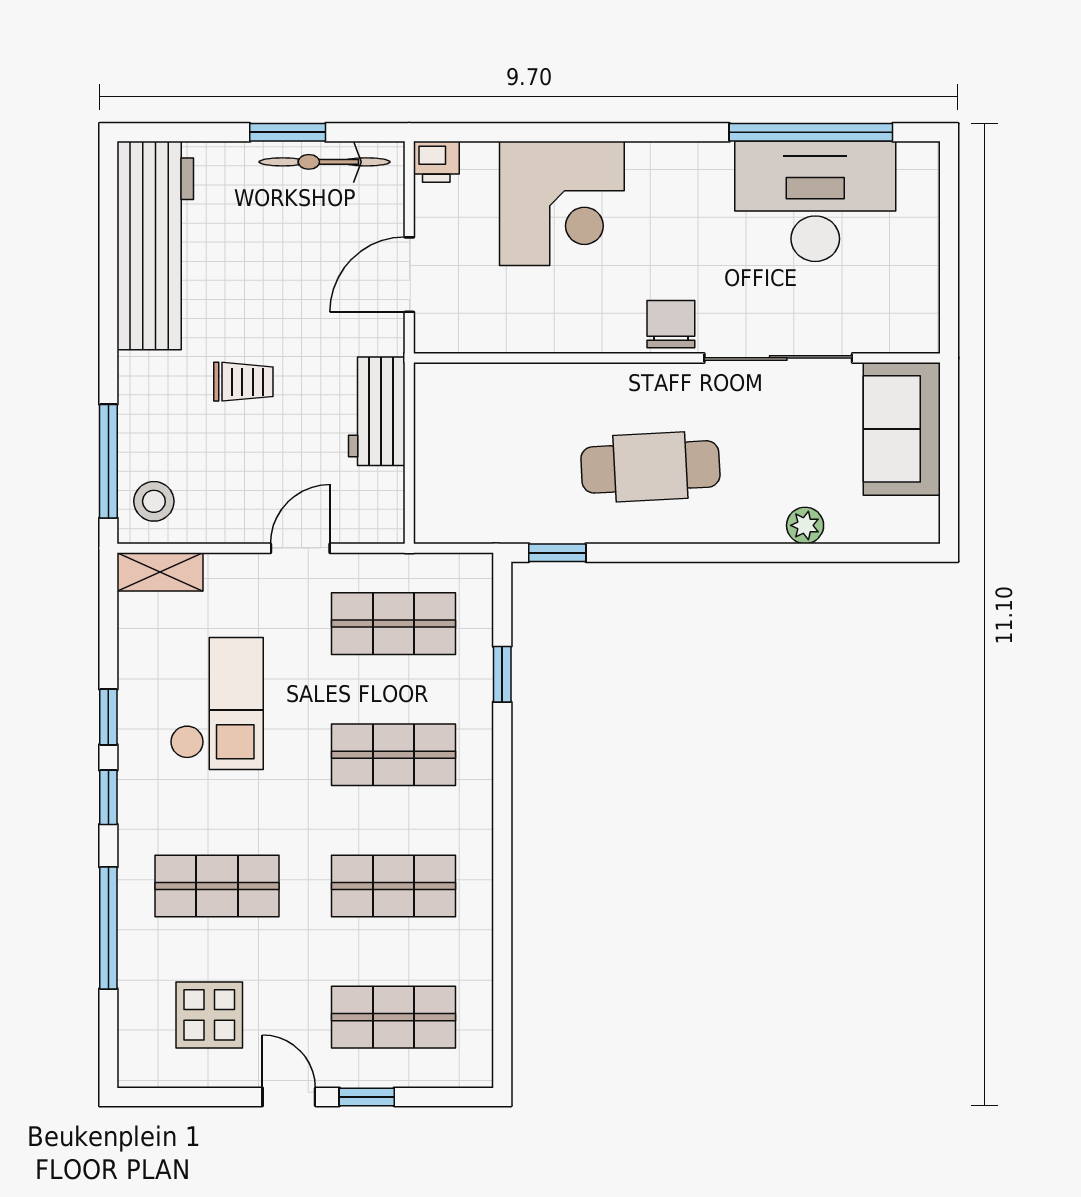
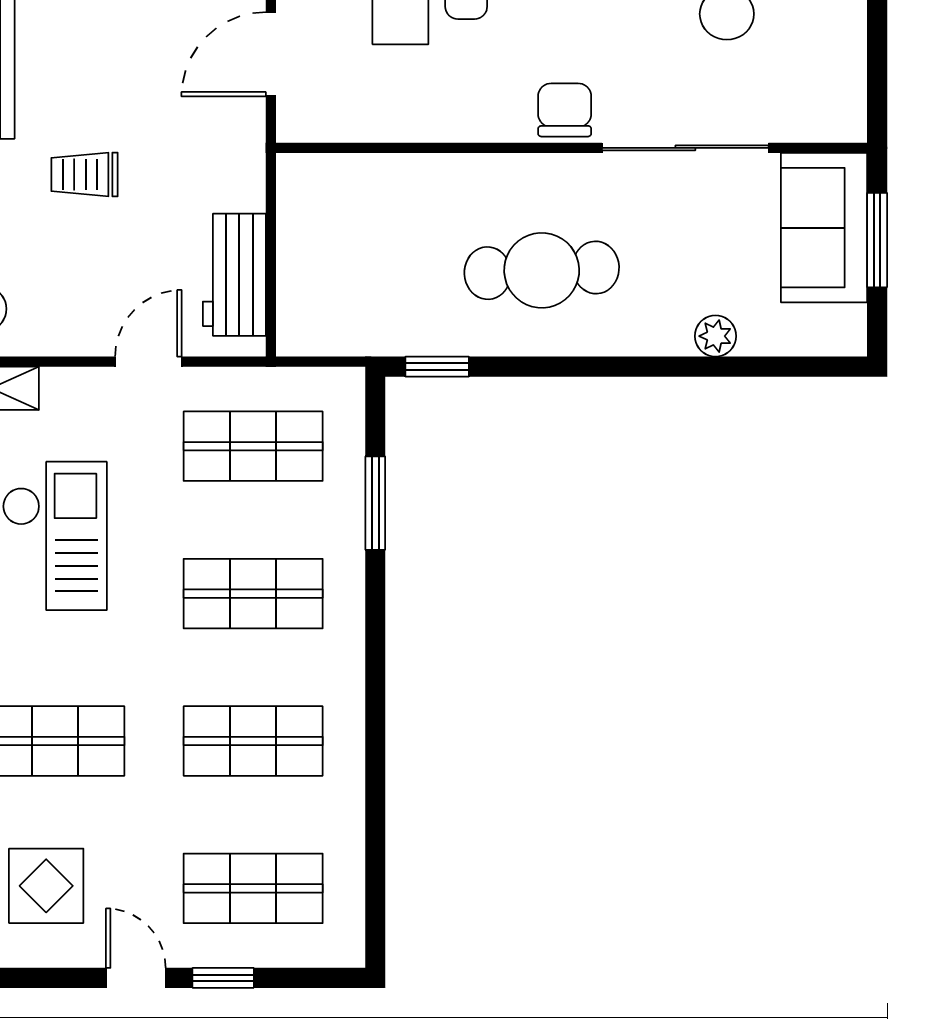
trolley: (243, 382) -> (85, 175), turned 180
workbench: (377, 411) -> (234, 275), moved
window: (949, 440) -> (877, 240), added
window: (502, 674) -> (375, 503), width x1.50

